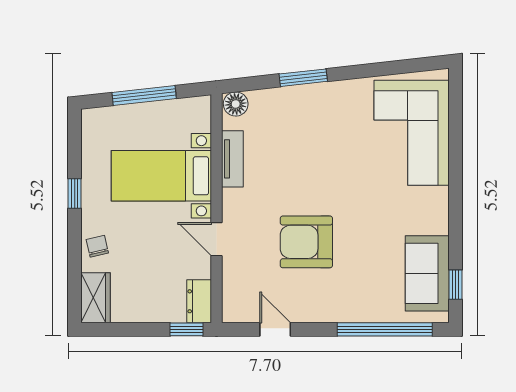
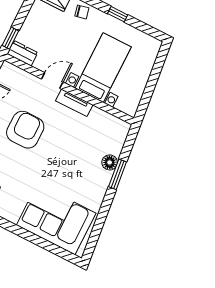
window: (144, 95) -> (153, 81), removed
floor lamp: (236, 104) -> (110, 162), moved
tv unit: (232, 159) -> (74, 103), moved

